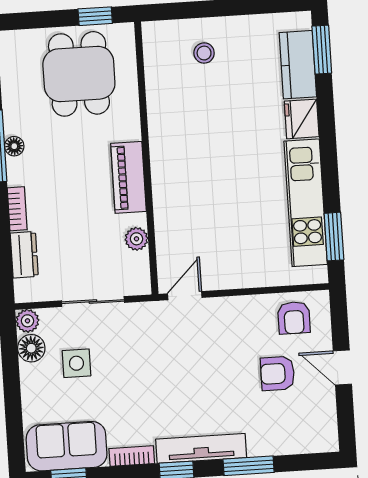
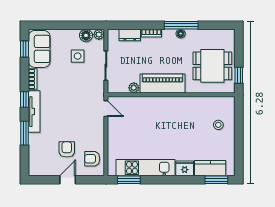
piano: (128, 177) -> (163, 83), width x1.37, depth x1.33

